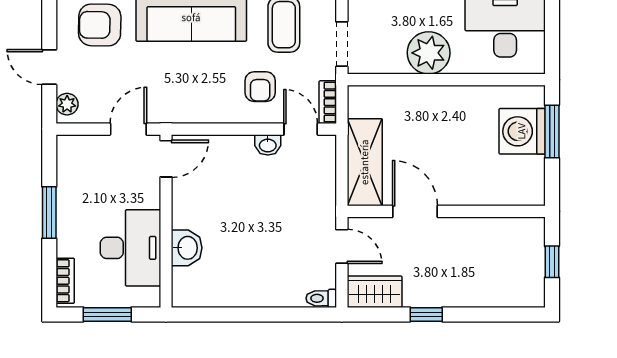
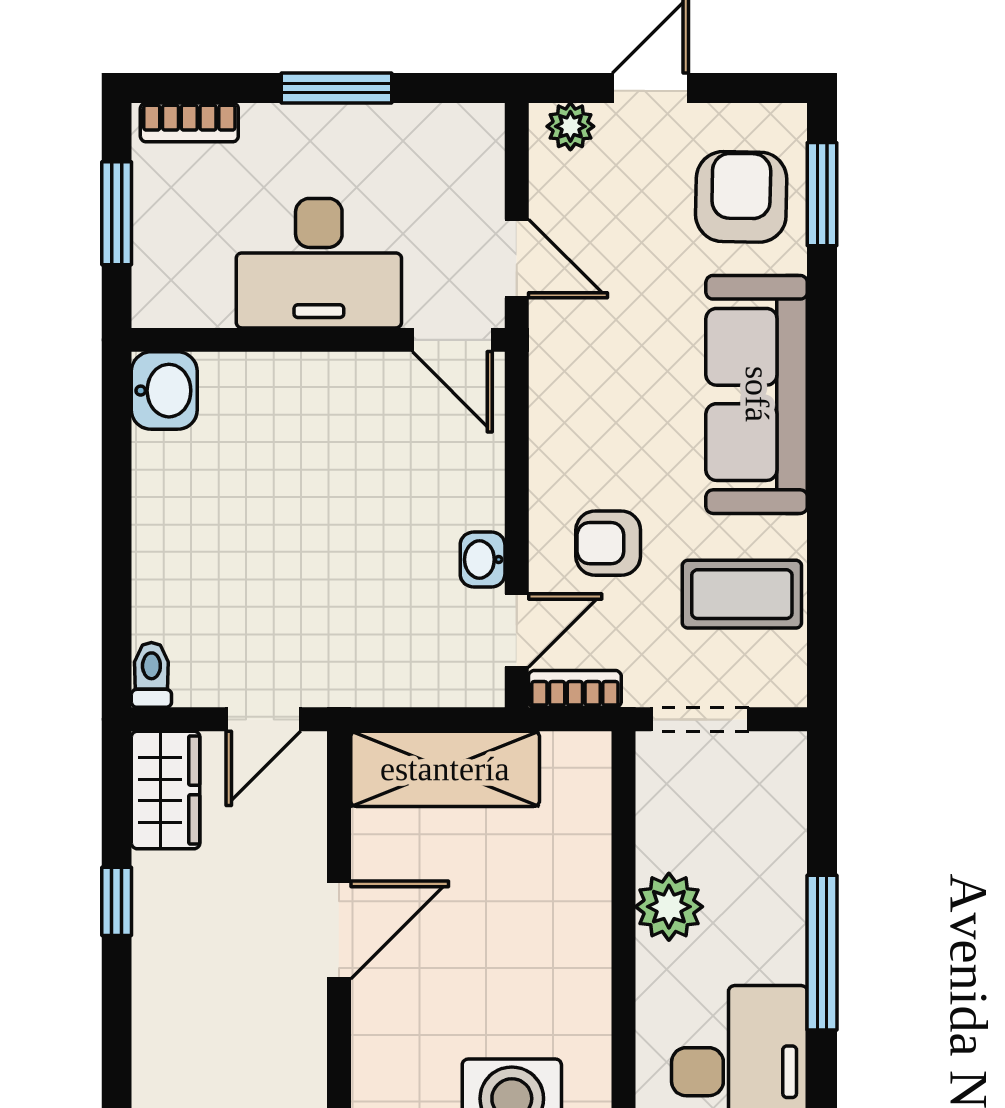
plant: (429, 53) -> (669, 907), width x0.73, depth x0.73
door: (415, 211) -> (339, 930), moved
desk: (130, 248) -> (319, 263), moved
washbasin: (187, 248) -> (164, 391), moved, turned -90

